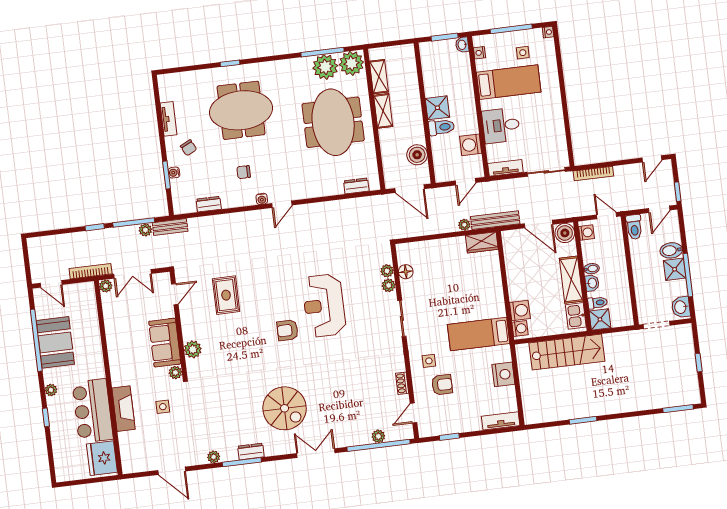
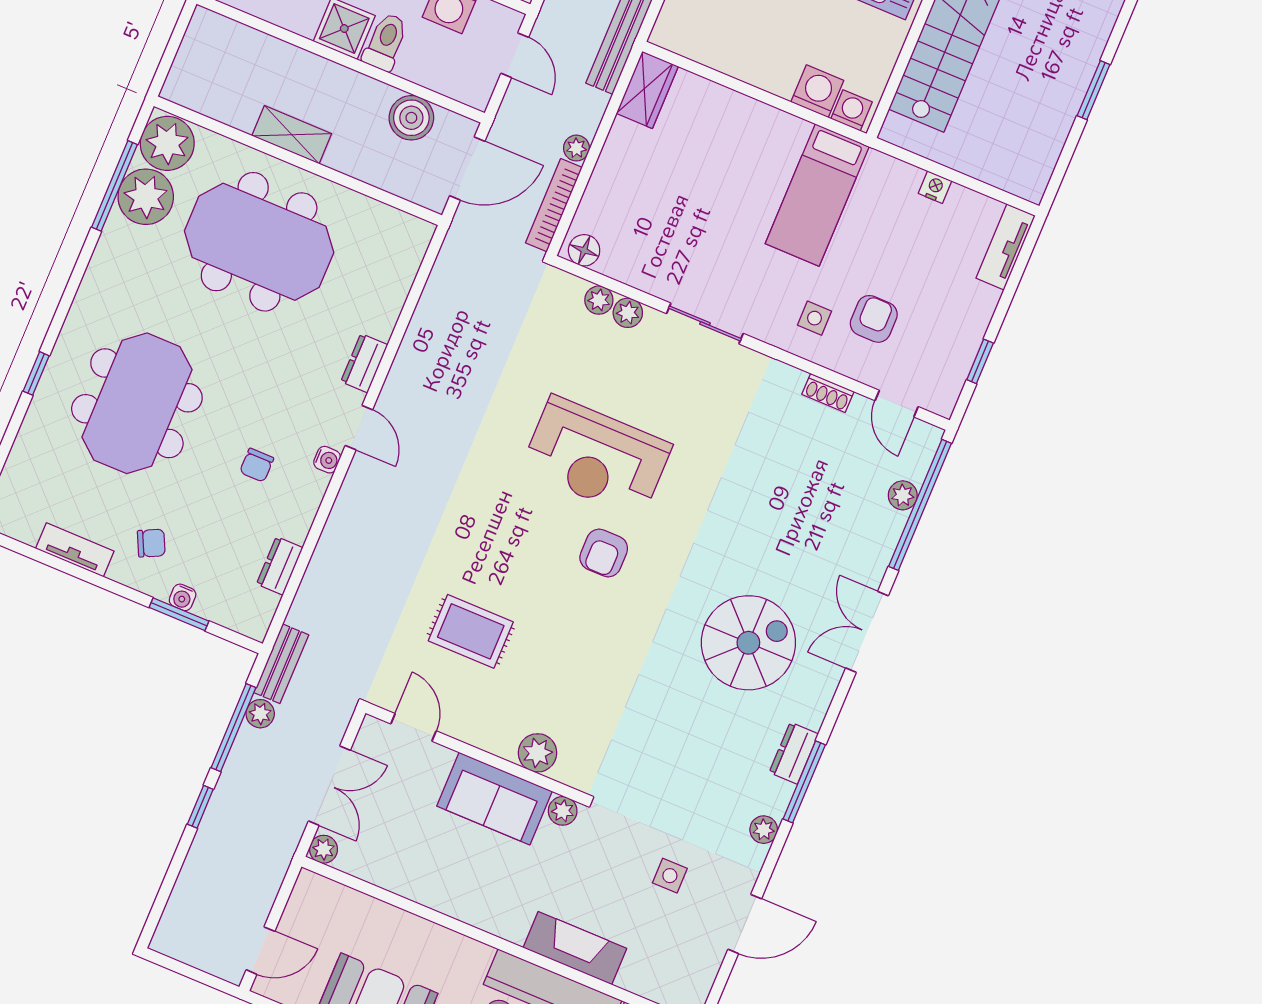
shelving: (379, 77) -> (222, 106), removed
dresser: (356, 186) -> (364, 363), moved
plant: (464, 225) -> (576, 148), moved
bookcase: (91, 271) -> (554, 205), moved
floor lamp: (406, 272) -> (584, 250), moved
nightstand: (503, 374) -> (935, 187), width x0.53, depth x0.56
side table: (163, 407) -> (670, 876), moved

